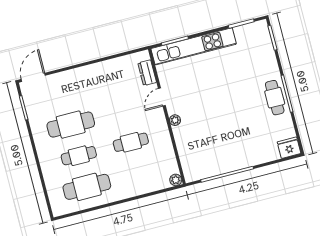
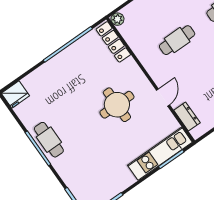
kitchen unit: (194, 46) -> (160, 154), width x0.73
round table: (204, 106) -> (117, 105), added
plant: (175, 120) -> (141, 79), removed
locker: (187, 161) -> (113, 42), added

